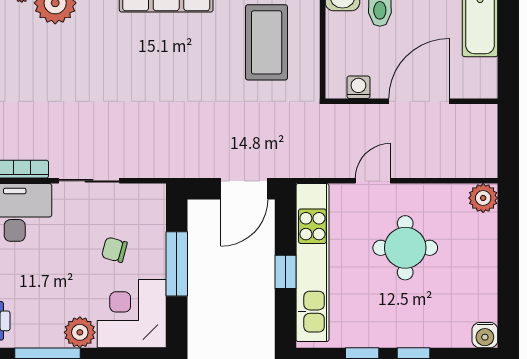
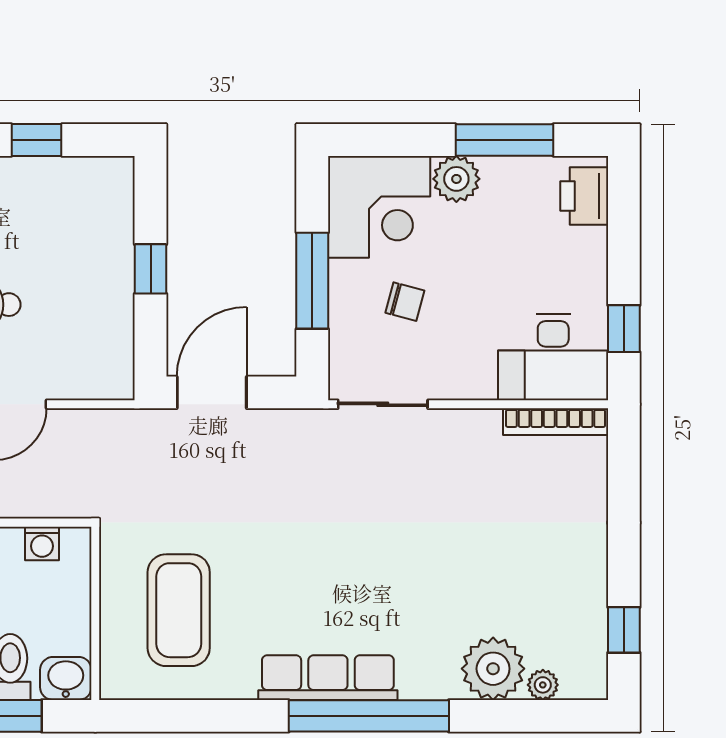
sliding door: (89, 181) -> (383, 404), moved
kitchen unit: (312, 263) -> (110, 283), removed

